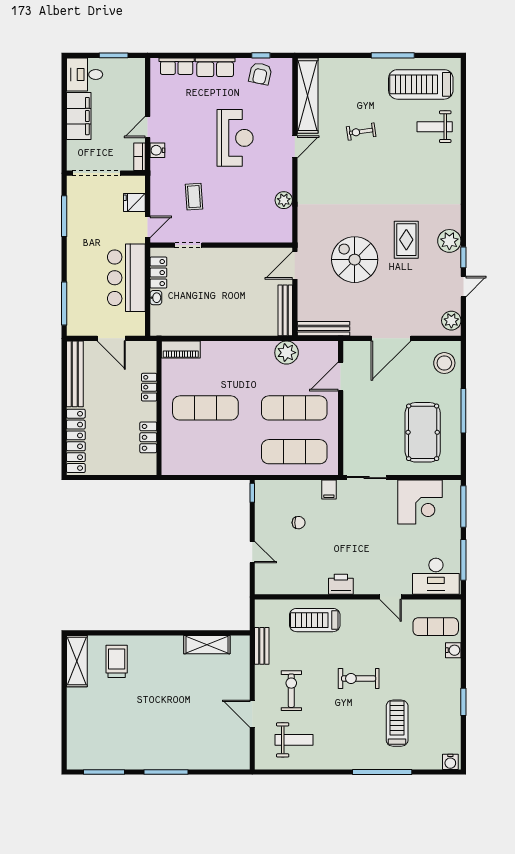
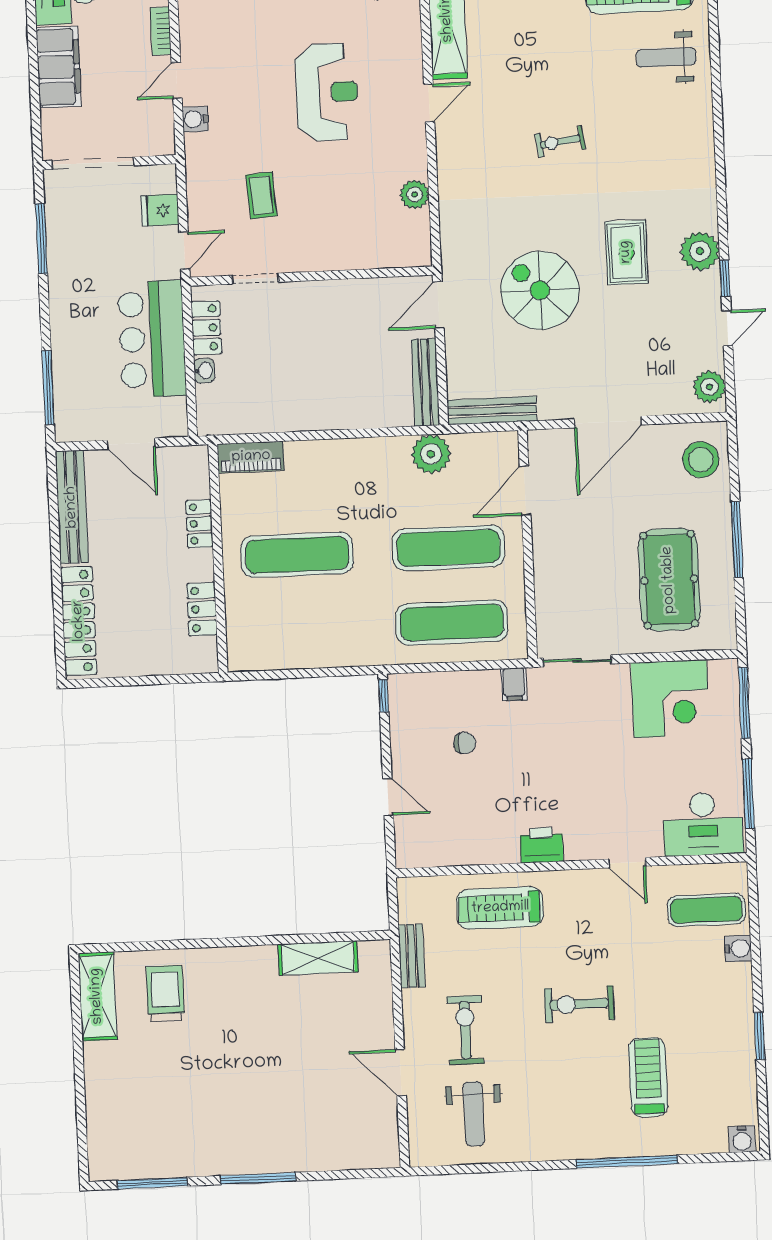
exercise bike: (361, 132) -> (560, 142), moved
bookcase: (140, 157) -> (161, 31), moved
weight bench: (294, 740) -> (474, 1114), turned 90

